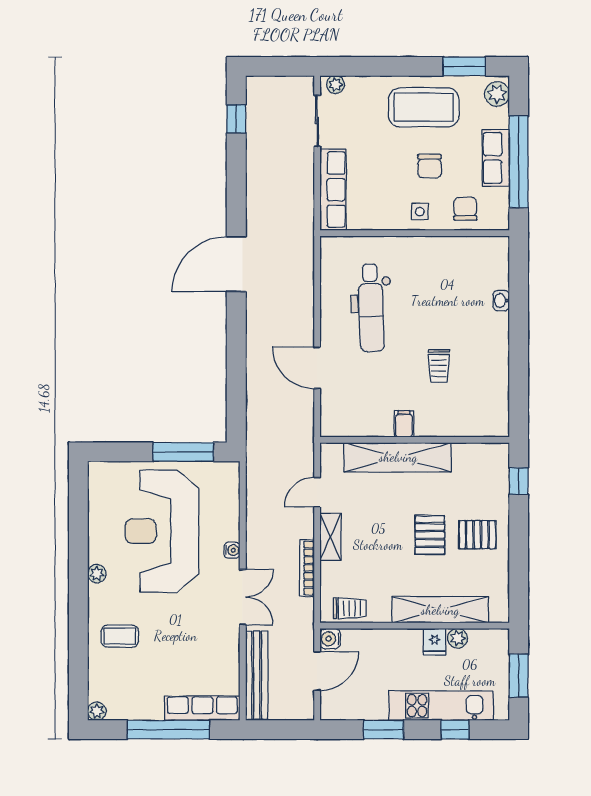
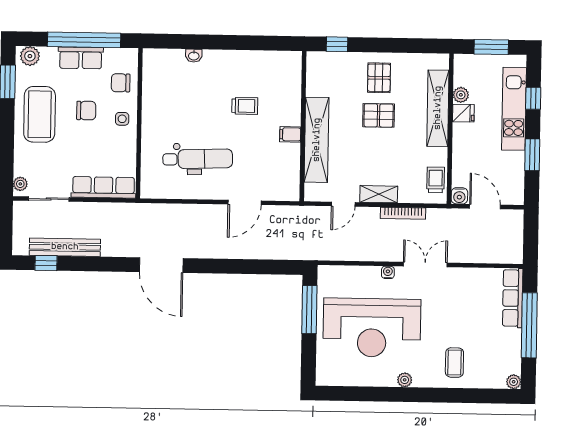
door: (317, 492) -> (343, 204), hinge flipped
bench: (257, 676) -> (65, 247), moved

